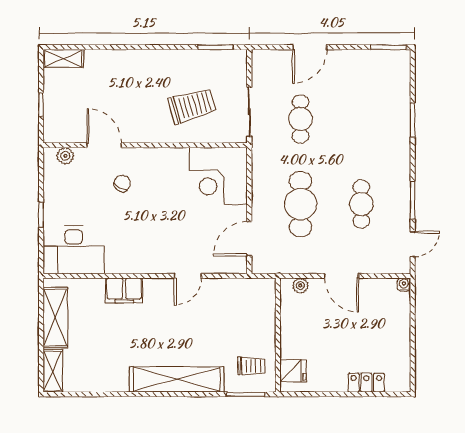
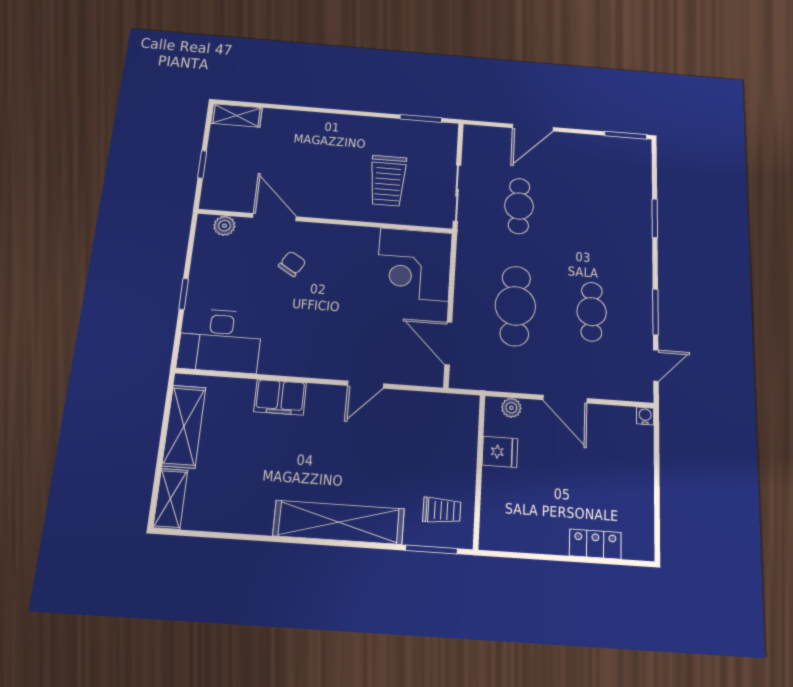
trolley: (192, 106) -> (388, 181), turned 106
door: (249, 239) -> (448, 343), hinge flipped
fridge: (293, 371) -> (500, 452), moved

